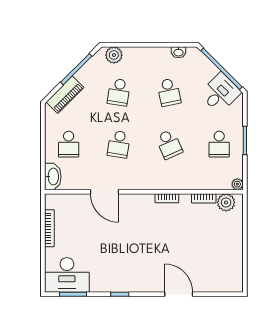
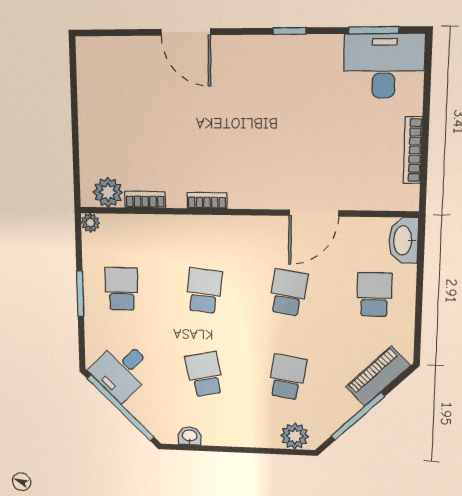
school desk: (169, 144) -> (204, 291), turned 30
door: (105, 192) -> (314, 213), swing flipped

